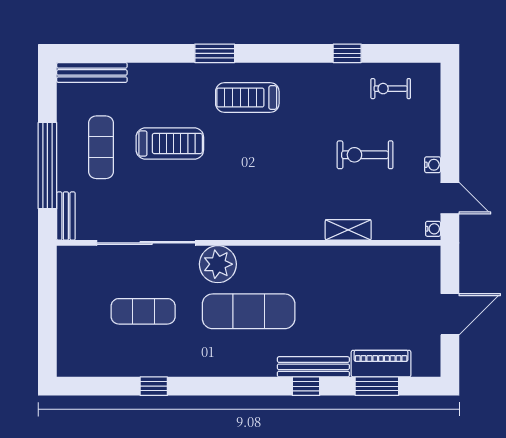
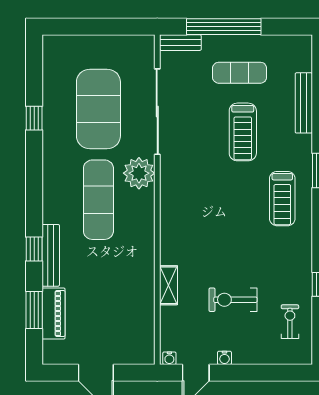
bench: (92, 72) -> (304, 103), moved
treadmill: (247, 98) -> (282, 199), turned 180
exercise bike: (365, 155) -> (233, 300), turned -90
exercise mat: (143, 311) -> (98, 109), width x2.00, depth x1.45

